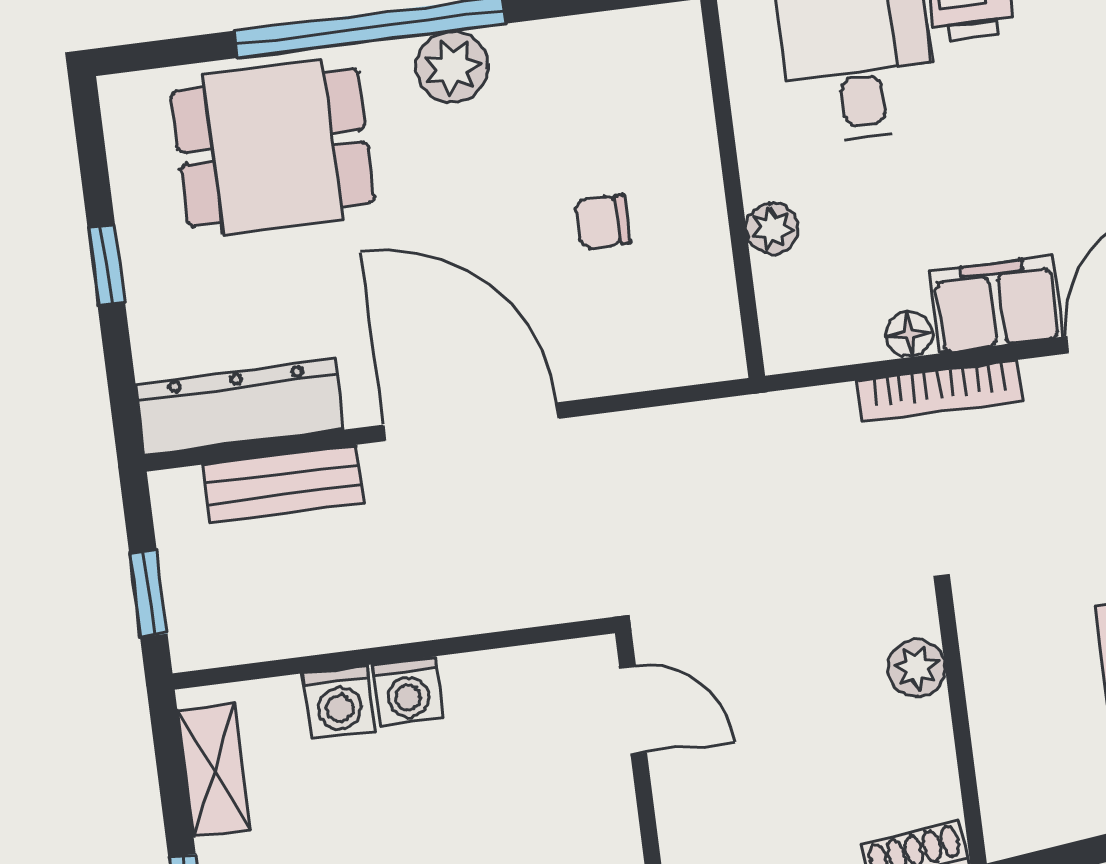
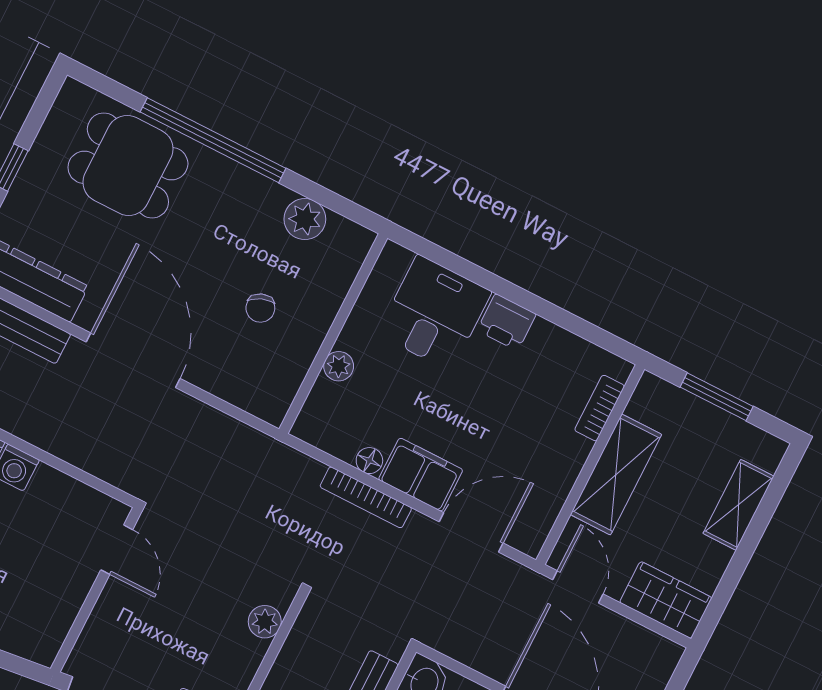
plant: (452, 67) -> (305, 219), moved
chair: (603, 222) -> (260, 308), turned -111

